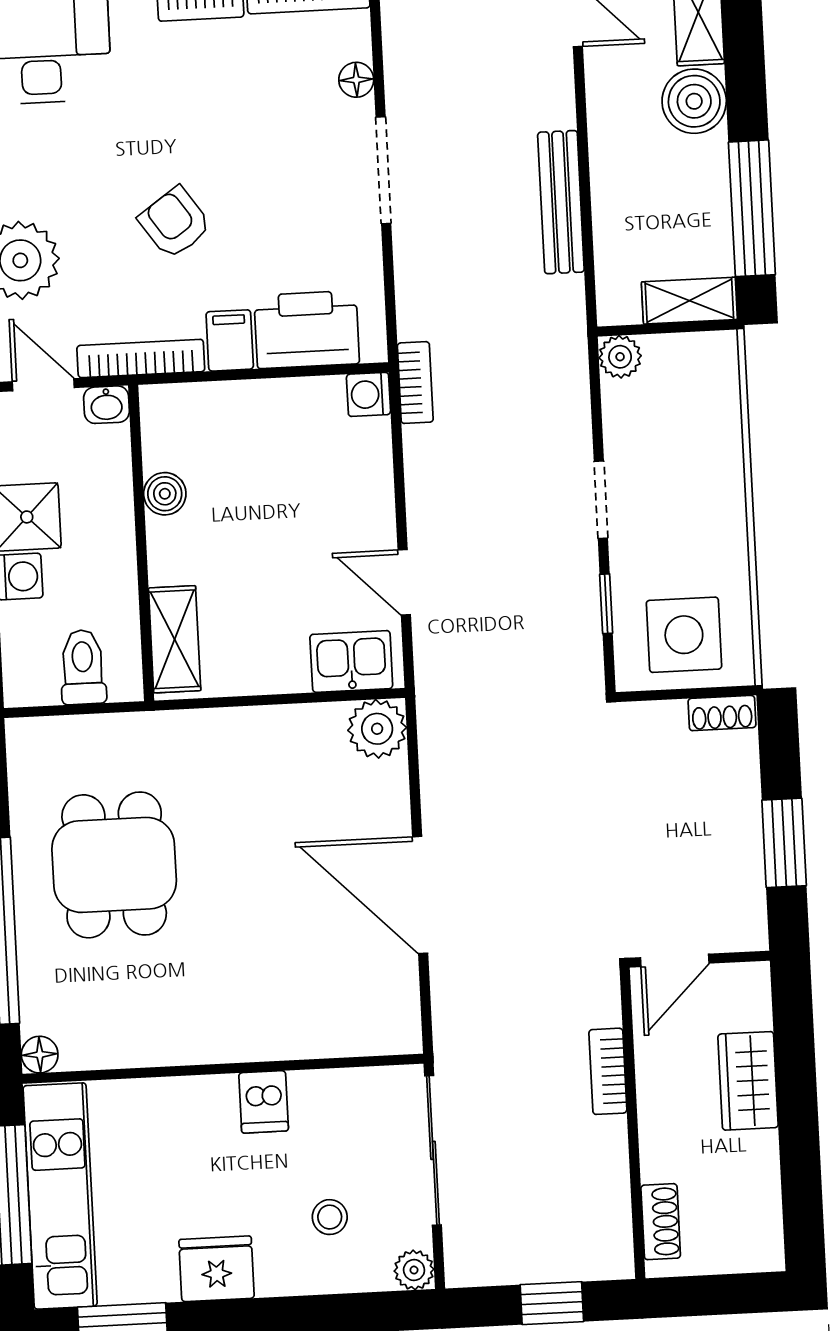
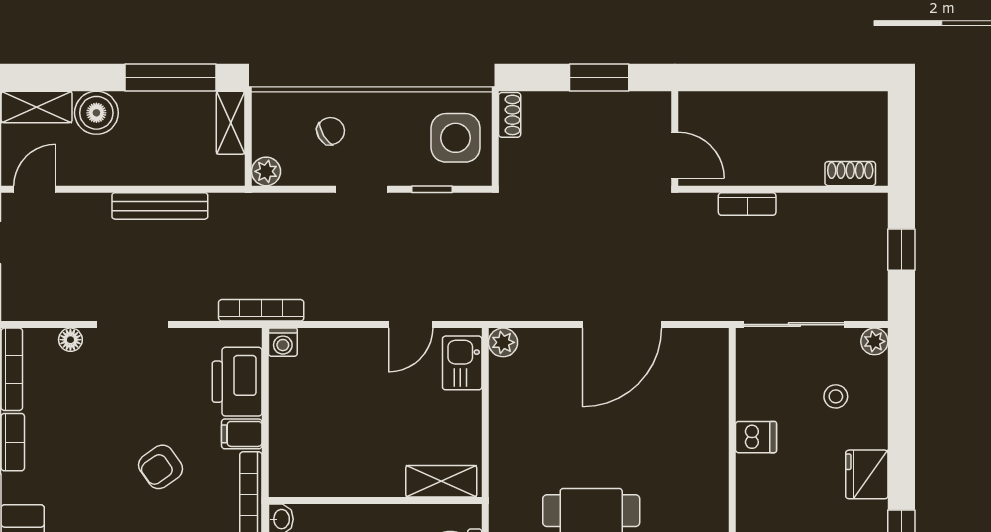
bookcase: (415, 383) -> (261, 310), width x1.56
chair: (685, 449) -> (331, 131), added
boiler: (165, 494) -> (343, 483), removed
plant: (377, 729) -> (503, 342), width x0.73, depth x0.73
wardrobe: (748, 1081) -> (758, 110), removed

